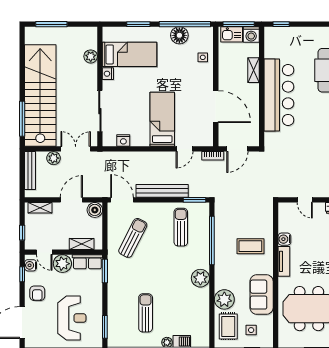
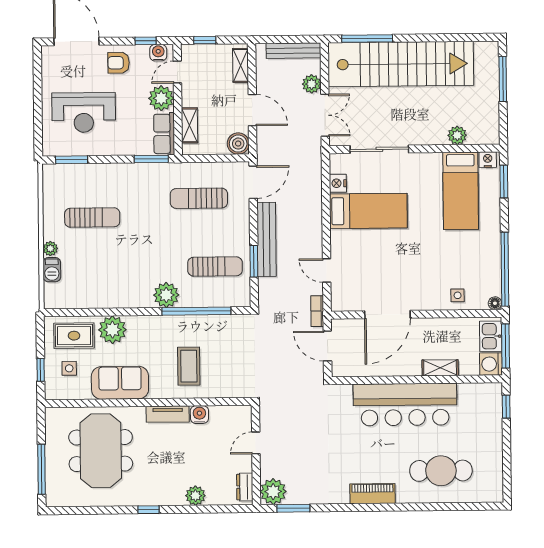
window: (138, 24) -> (504, 182), moved
floor lamp: (179, 35) -> (495, 303), moved, width x0.53, depth x0.53
nightstand: (108, 74) -> (488, 160), moved
bed: (162, 119) -> (368, 211), moved
window: (194, 200) -> (254, 261), moved
sun lounger: (133, 238) -> (199, 198), turned 153
plant: (200, 278) -> (166, 295), moved

